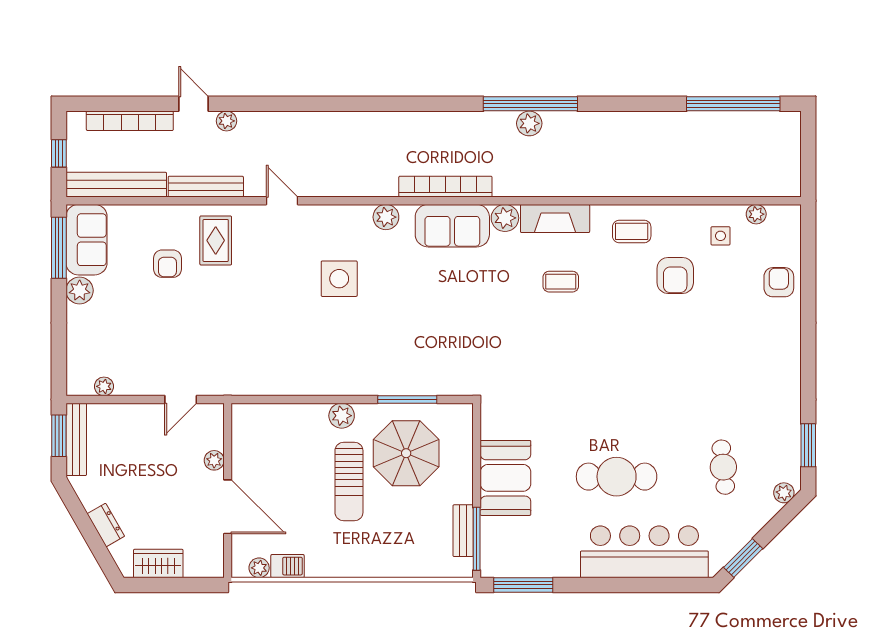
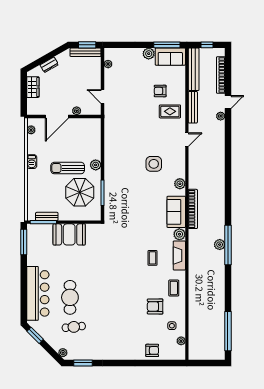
cafe table: (617, 477) -> (70, 297), moved
barbecue: (288, 566) -> (32, 162), moved

